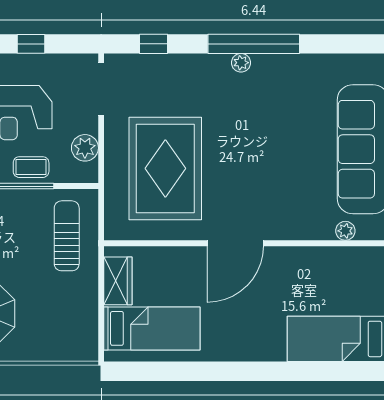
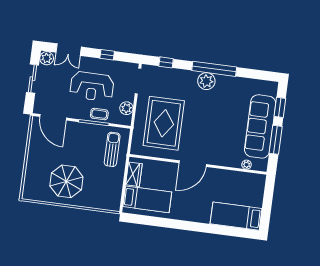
plant: (241, 63) -> (206, 81), width x1.88, depth x1.88

